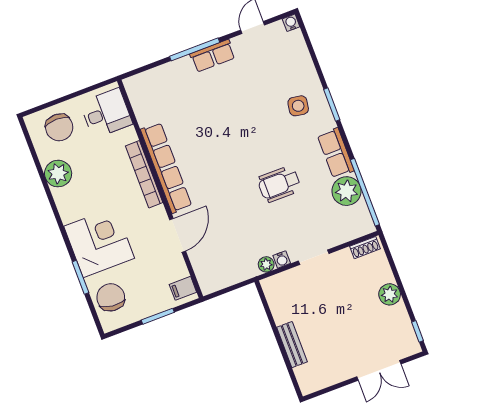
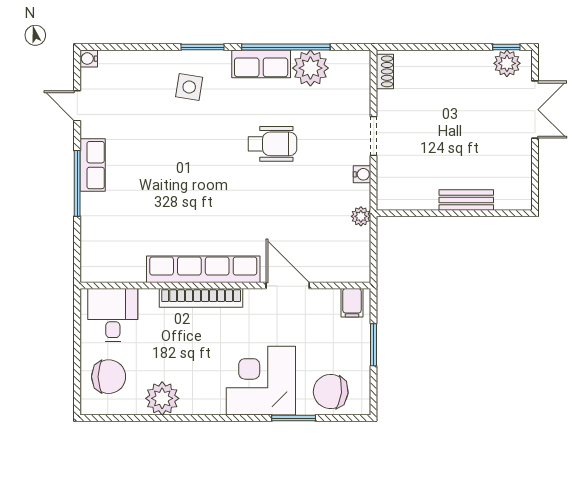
wheelchair: (279, 184) -> (272, 144), turned -90
window: (365, 192) -> (286, 47), moved
plant: (266, 264) -> (361, 216), moved
plant: (390, 294) -> (507, 63), moved

